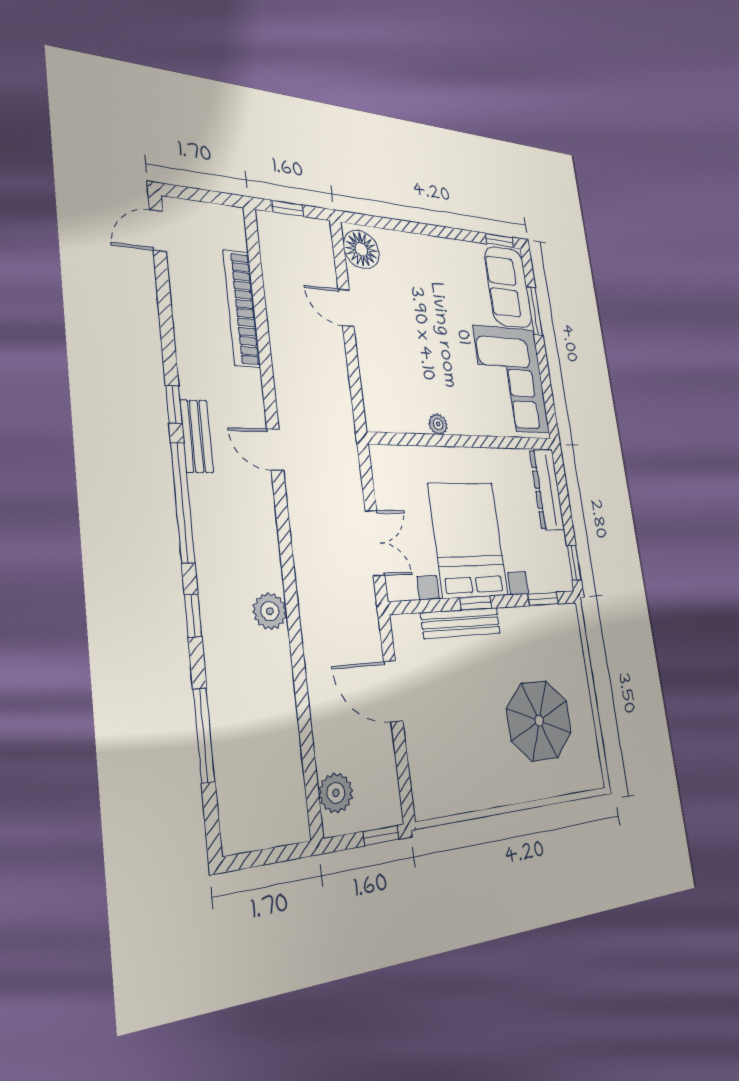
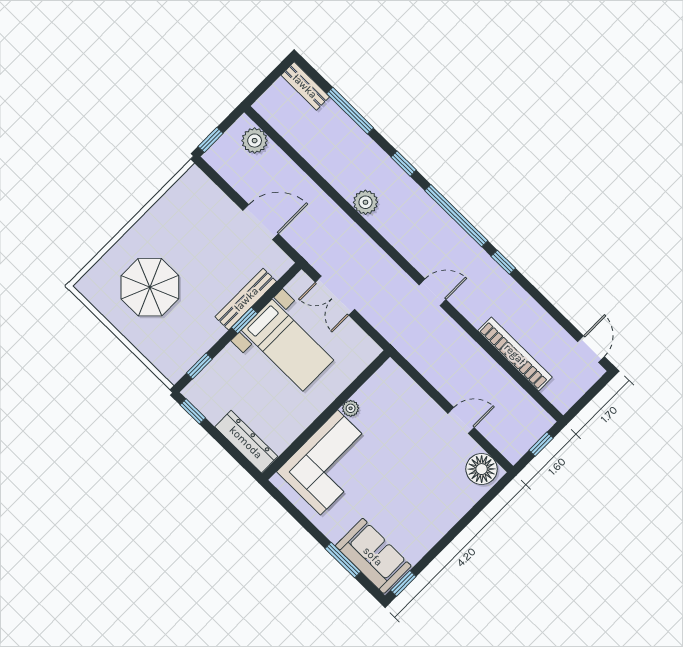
corner sofa: (511, 379) -> (329, 462), moved, turned 90
bench: (197, 436) -> (305, 86), moved
bed with nightstands: (468, 539) -> (287, 345), width x0.73

